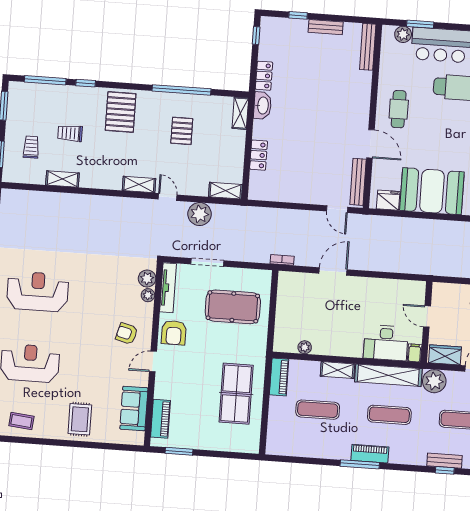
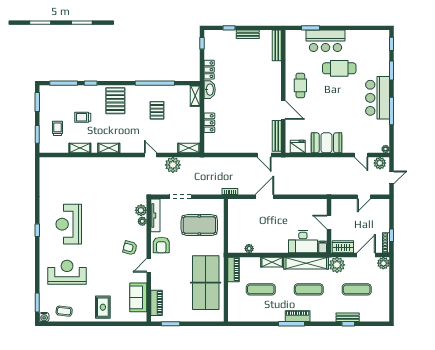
plant: (403, 34) -> (300, 35), removed
shelving: (139, 185) -> (109, 148), moved
booth: (432, 191) -> (326, 143), width x0.73, depth x0.70
reception desk: (38, 292) -> (69, 224), turned -90
table tennis table: (236, 394) -> (206, 283), width x1.36, depth x1.32

